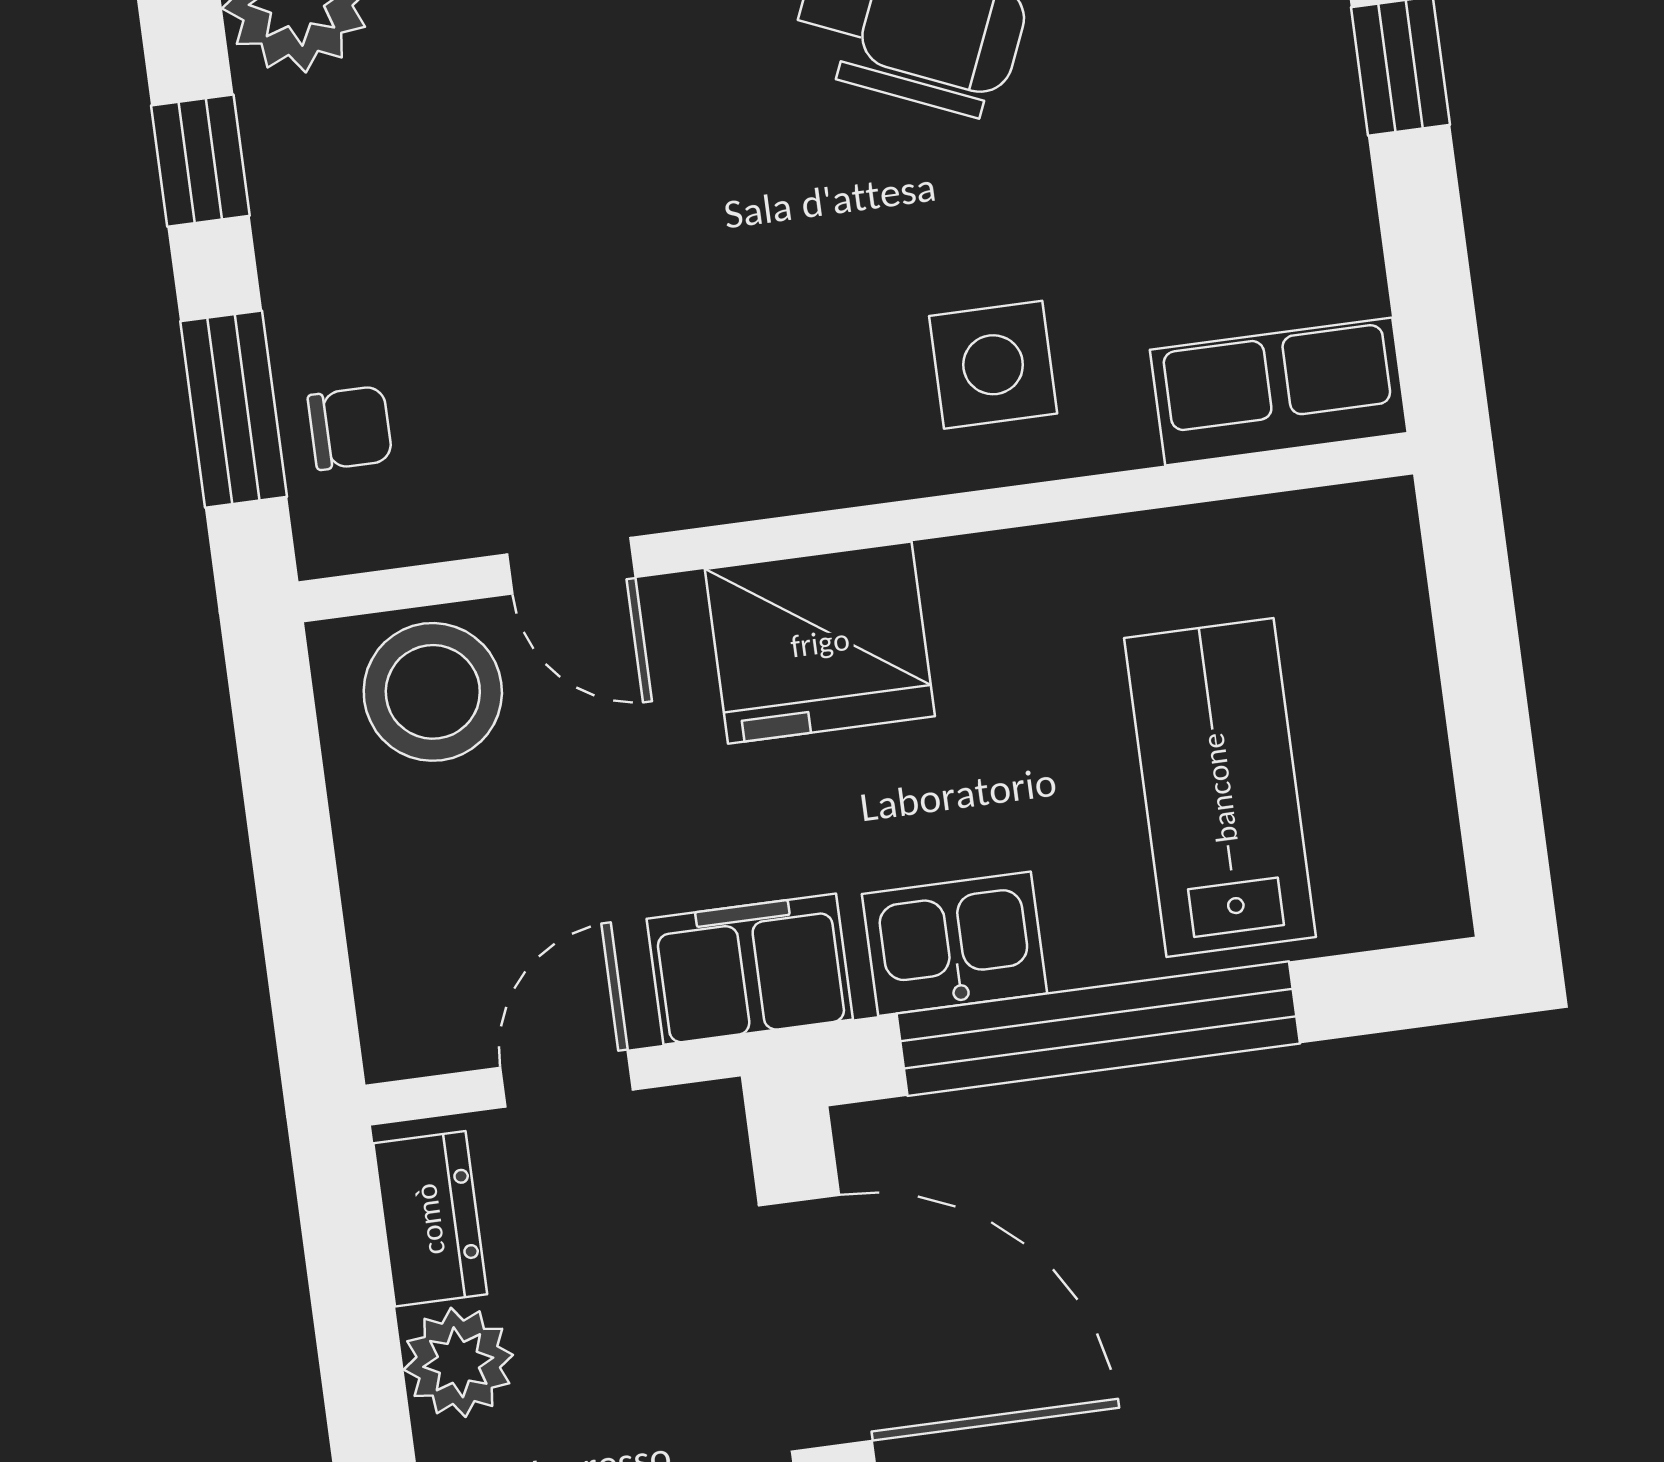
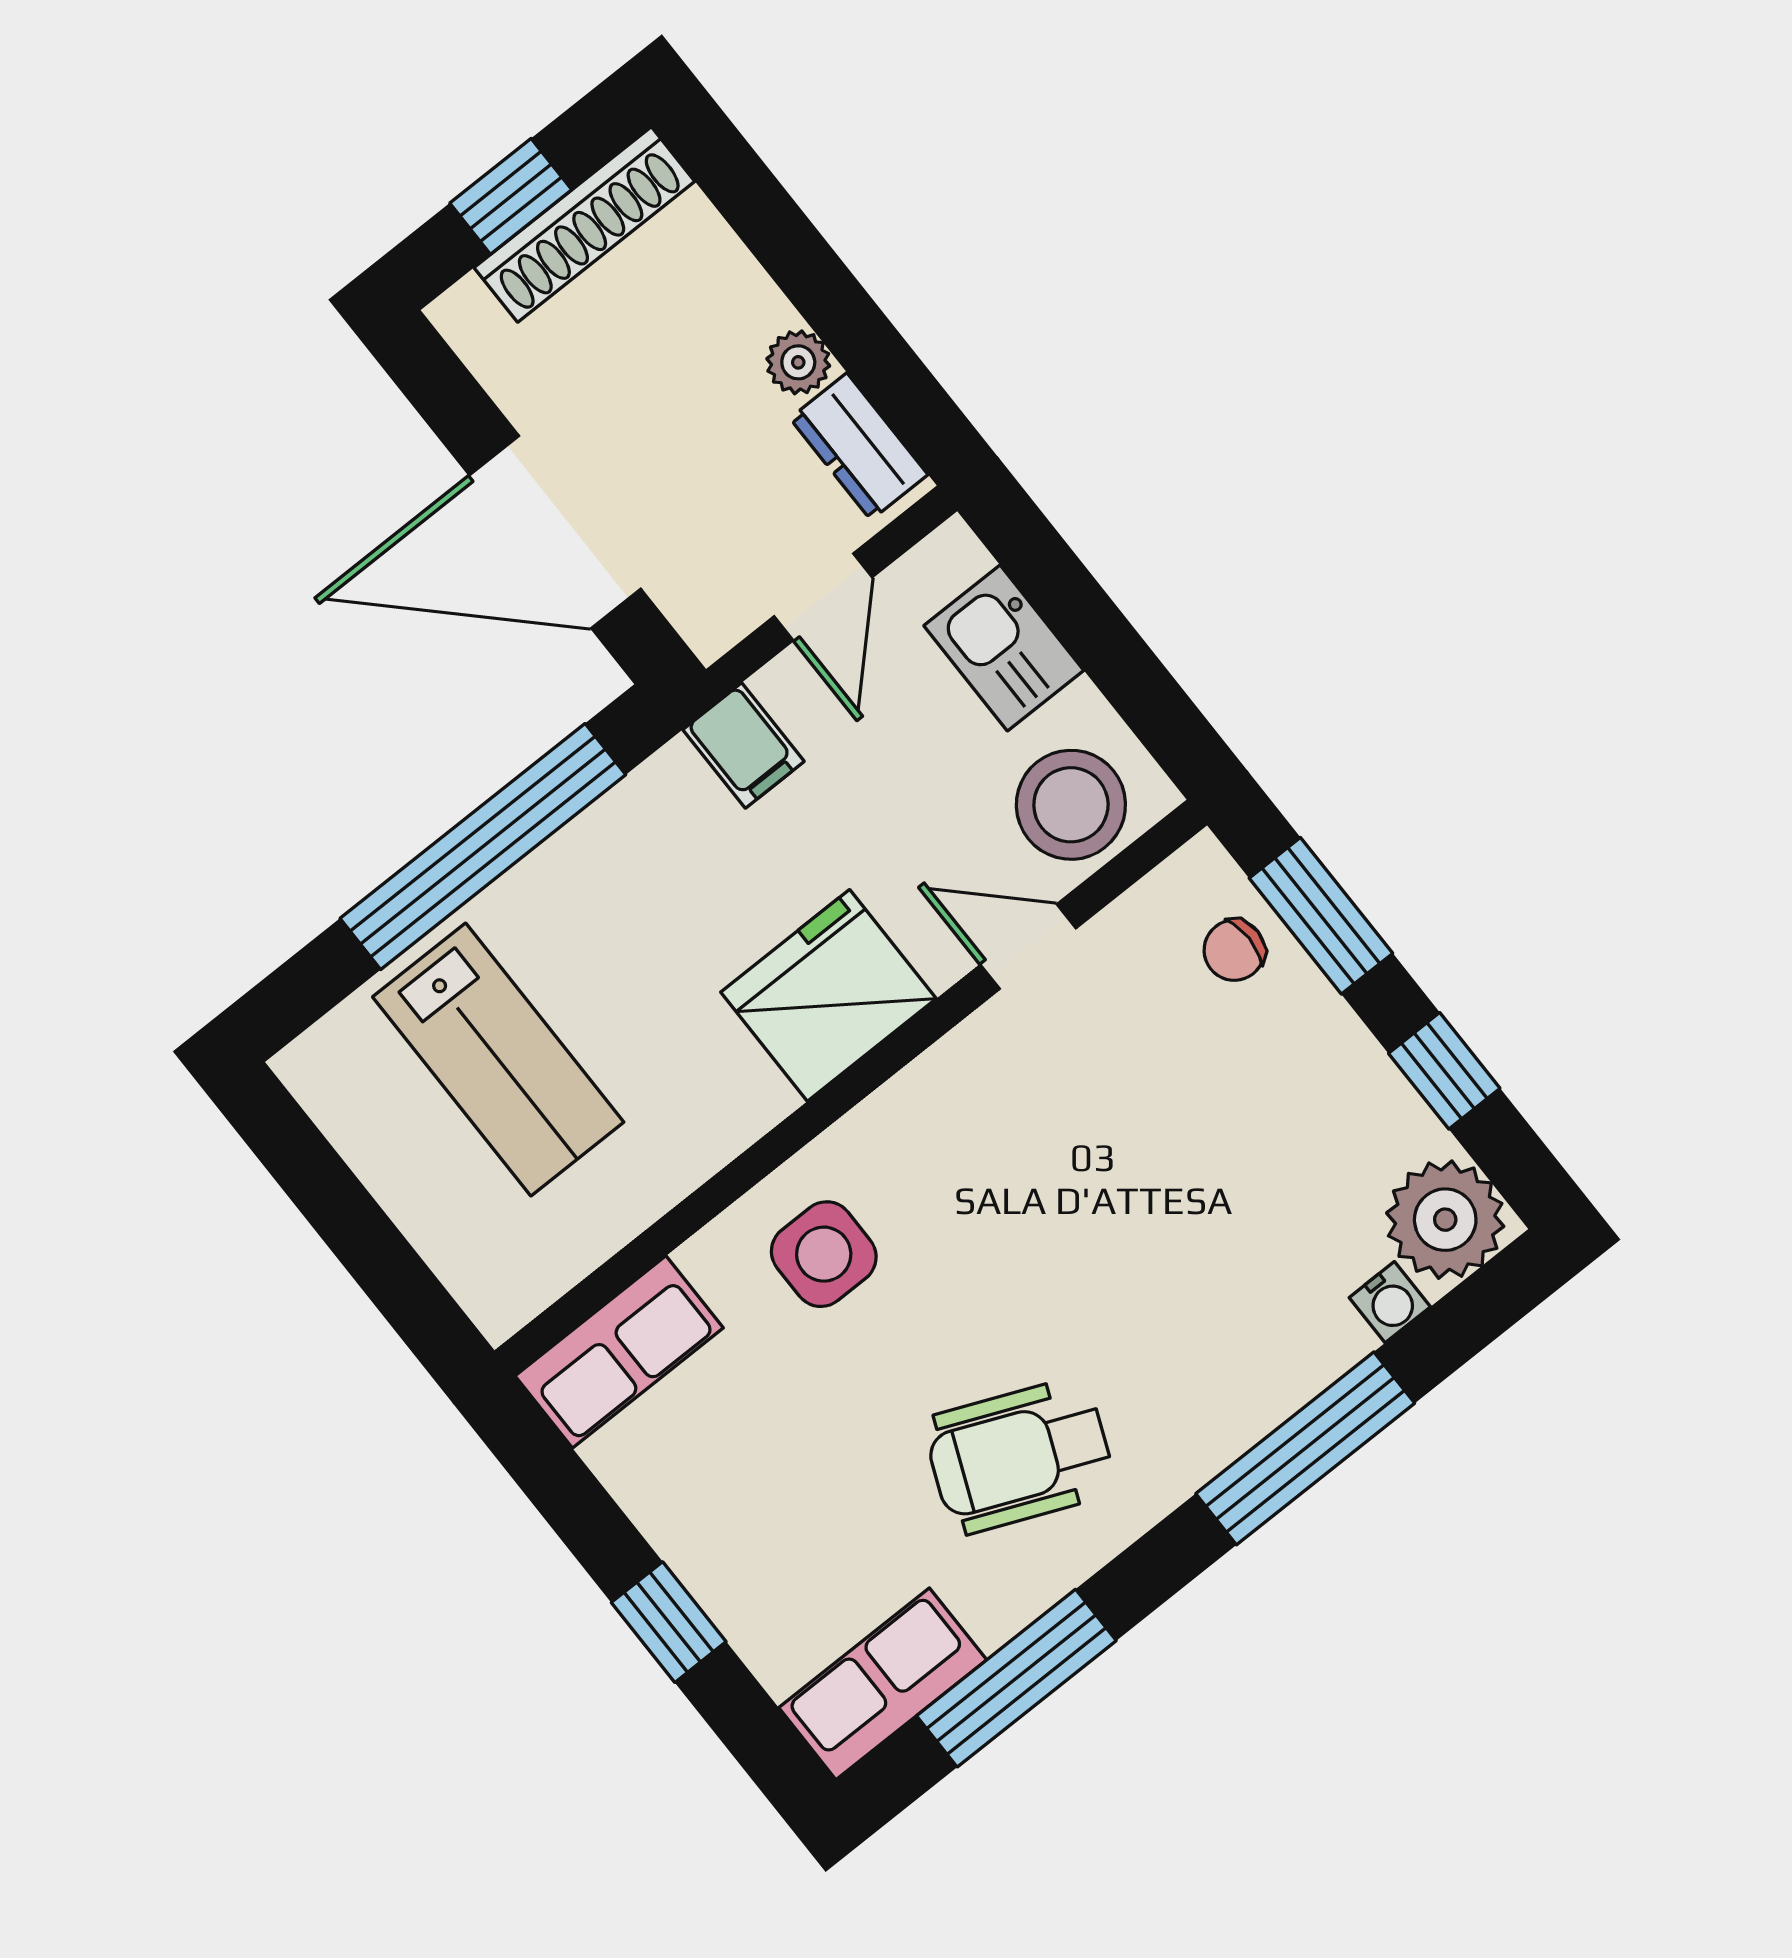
kitchen sink: (955, 944) -> (1004, 648), moved, turned 90
filing cabinet: (750, 969) -> (743, 745), width x0.50
plant: (458, 1362) -> (798, 362), width x0.73, depth x0.73

